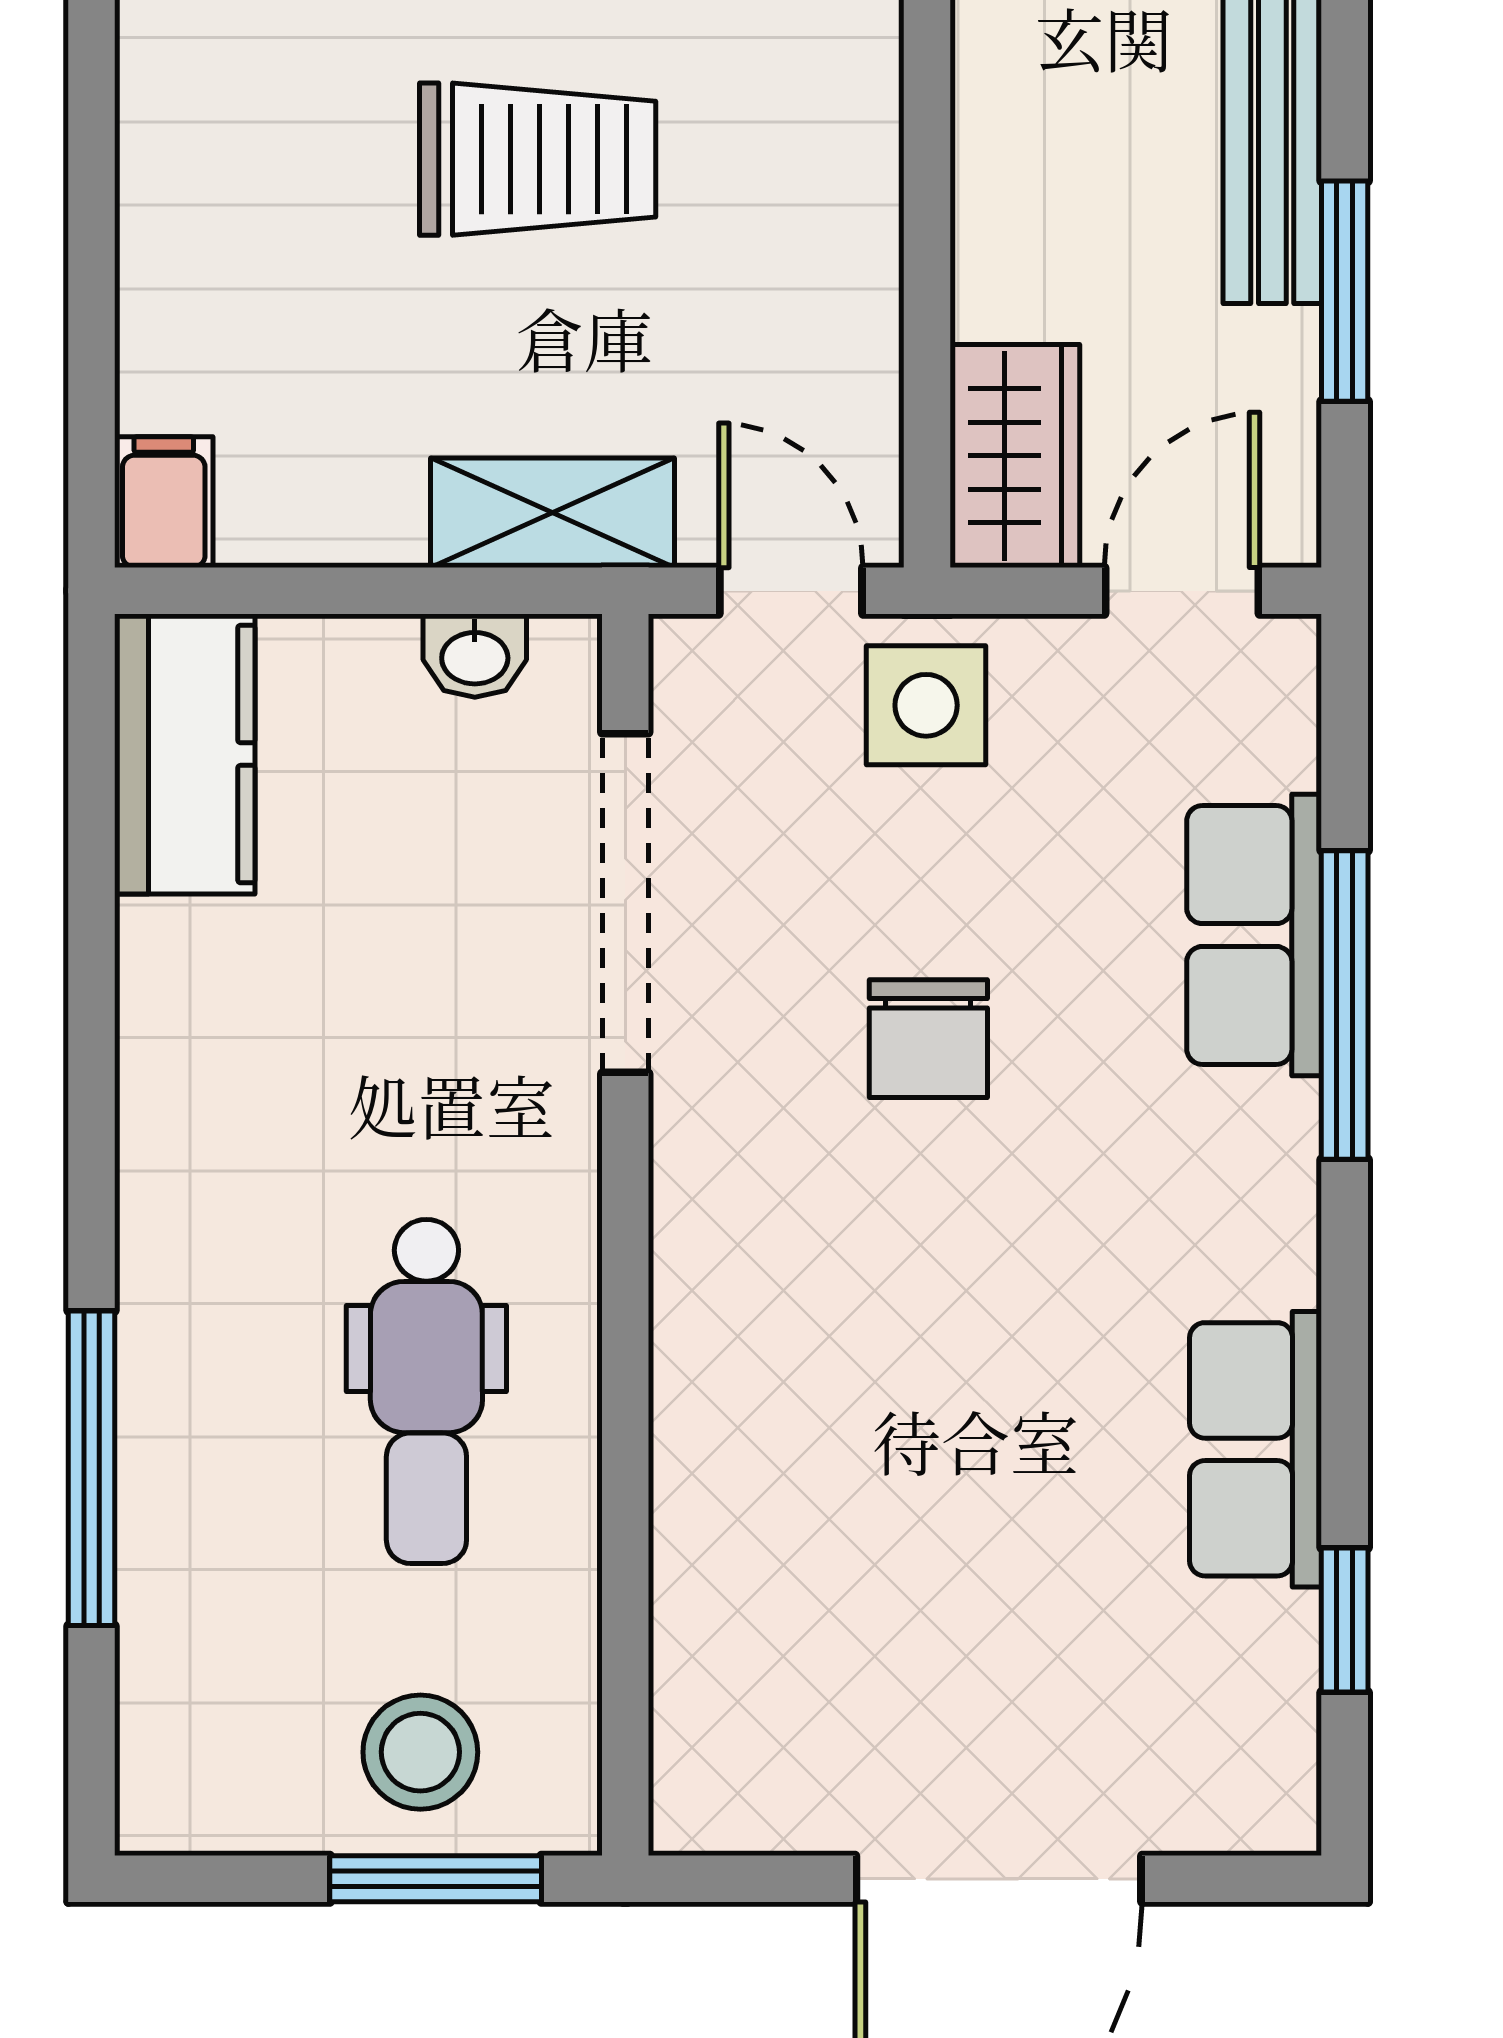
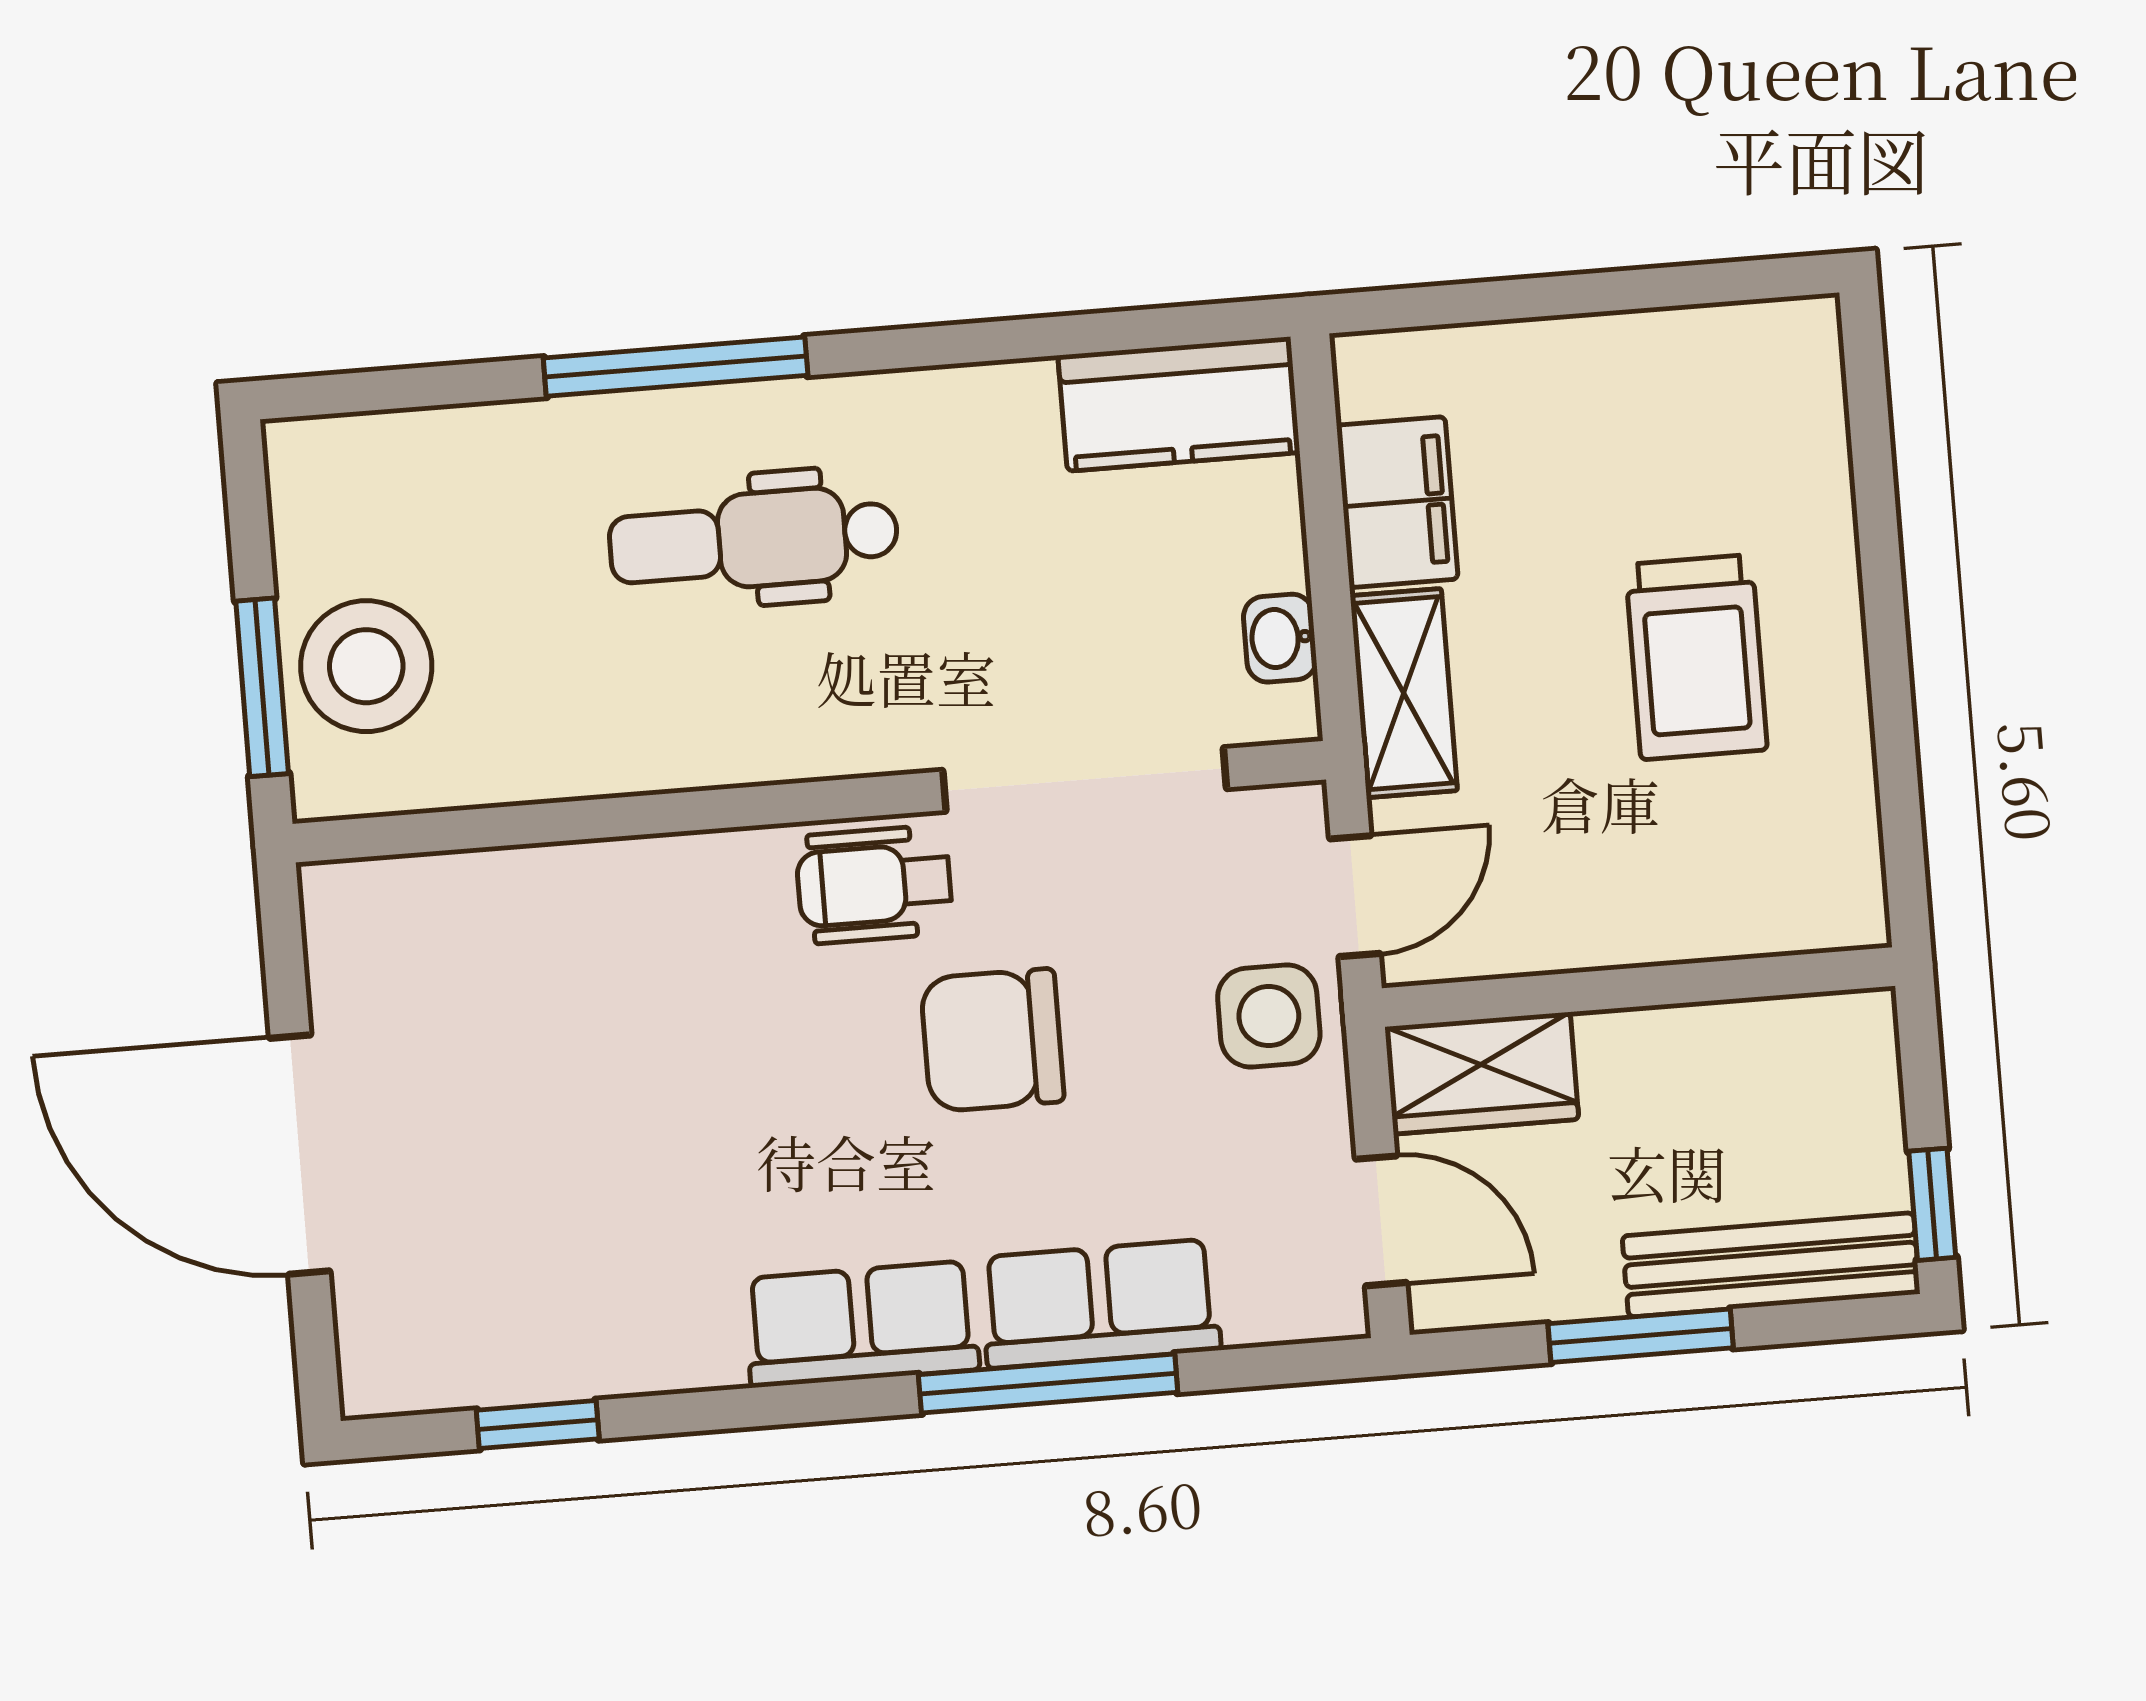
filing cabinet: (164, 502) -> (1397, 502), moved, width x2.00
chair: (928, 1039) -> (992, 1040), width x1.37, depth x1.37
wheelchair: (731, 1165) -> (874, 885), added
dental chair: (426, 1392) -> (754, 540), moved
row of seats: (1256, 1449) -> (861, 1324), moved
window: (92, 1468) -> (676, 367), moved
stool: (420, 1752) -> (366, 666), width x1.38, depth x1.38

